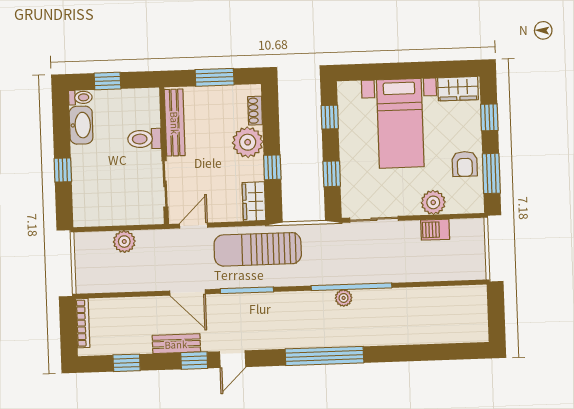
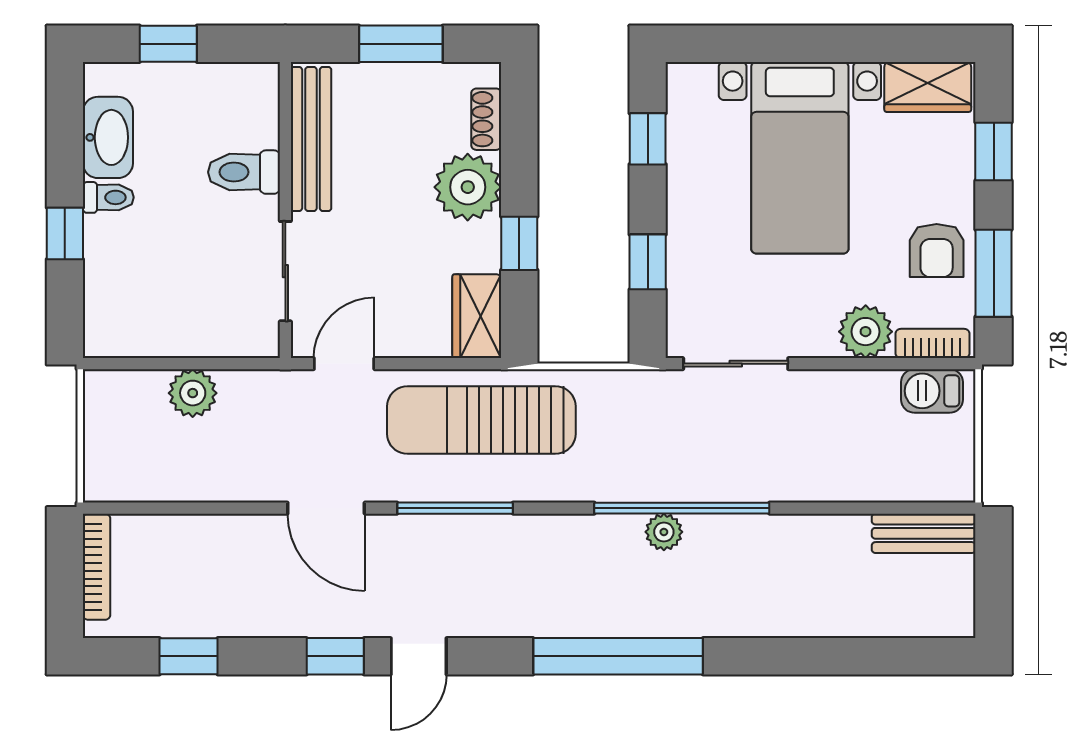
toilet: (80, 97) -> (108, 197), moved
bookcase: (464, 207) -> (932, 343), added
barbecue: (435, 230) -> (932, 391), moved
bench: (176, 344) -> (924, 533), moved

